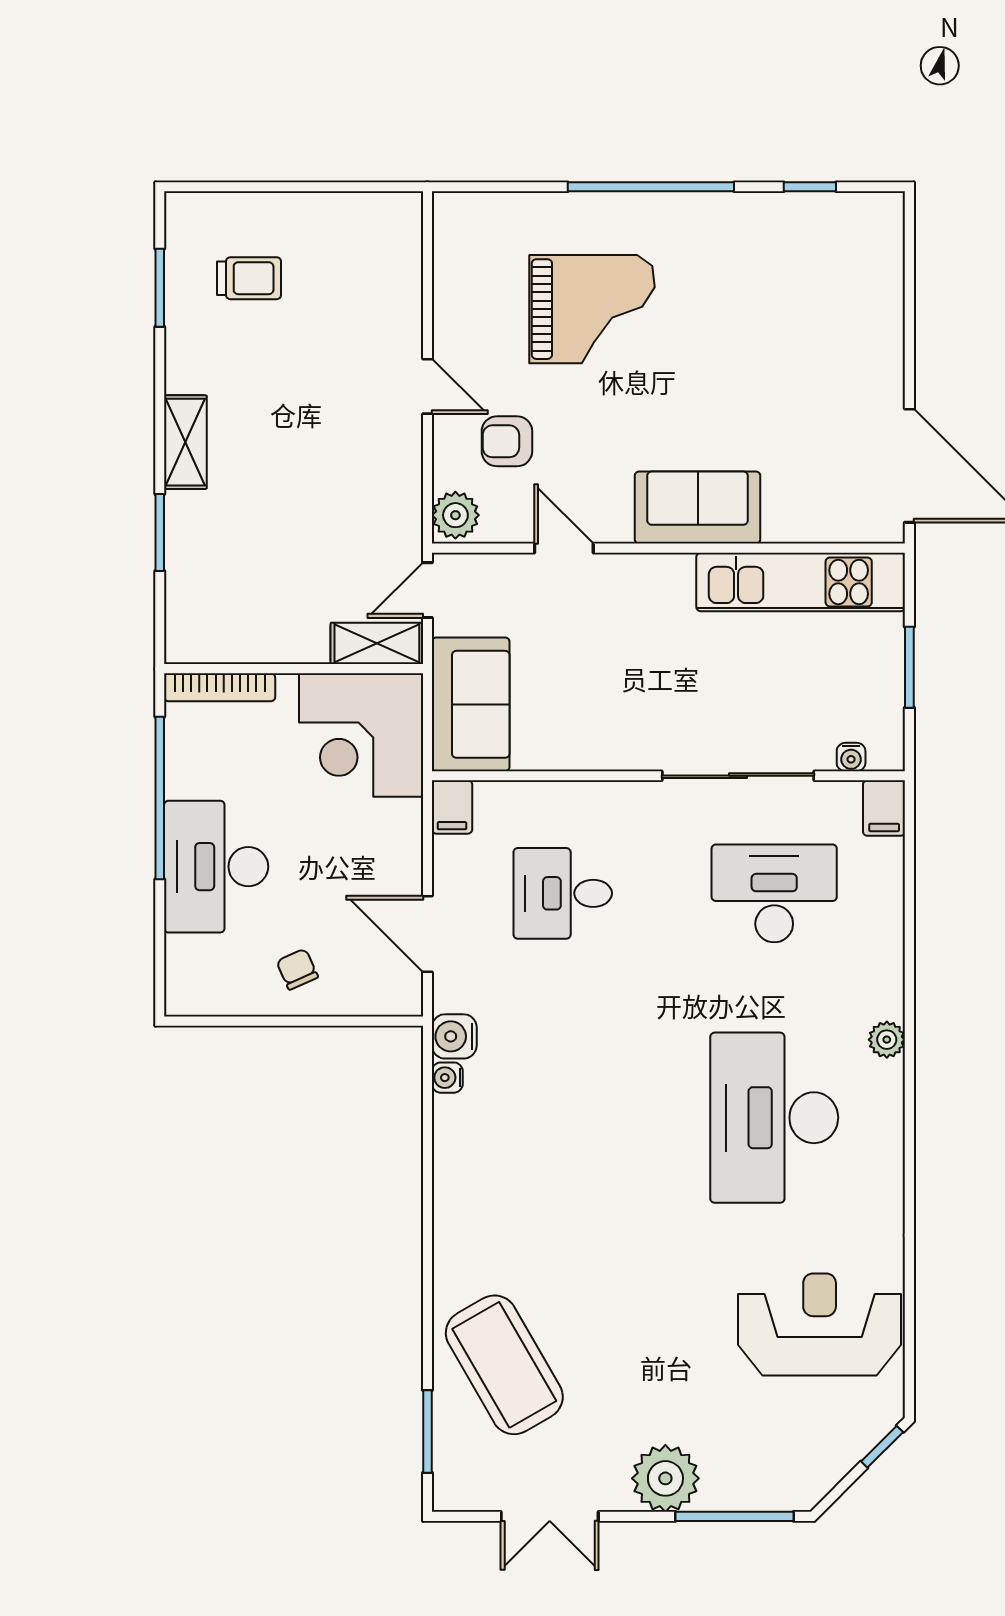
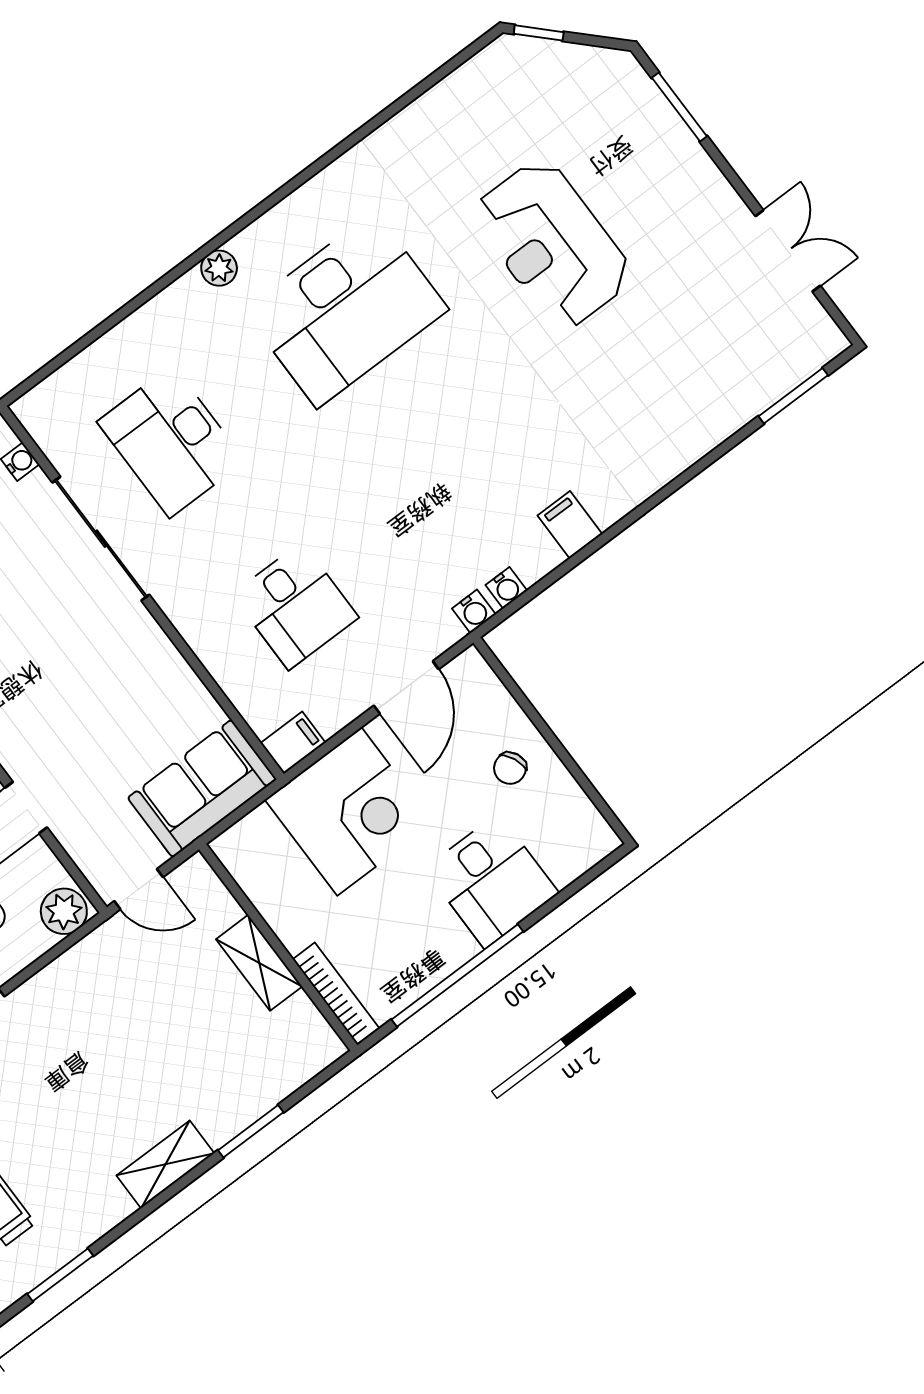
shelving: (377, 643) -> (259, 963), moved
corner desk: (361, 735) -> (349, 811), moved
filing cabinet: (884, 808) -> (570, 525), moved, turned -90
desk: (216, 867) -> (492, 881), width x0.73
water cooler: (454, 1036) -> (474, 611), width x0.72, depth x0.72
reception desk: (820, 1324) -> (552, 244), moved
coffee table: (504, 1365) -> (696, 375), removed
plant: (665, 1478) -> (690, 183), removed
window: (735, 1516) -> (679, 107), width x0.69

